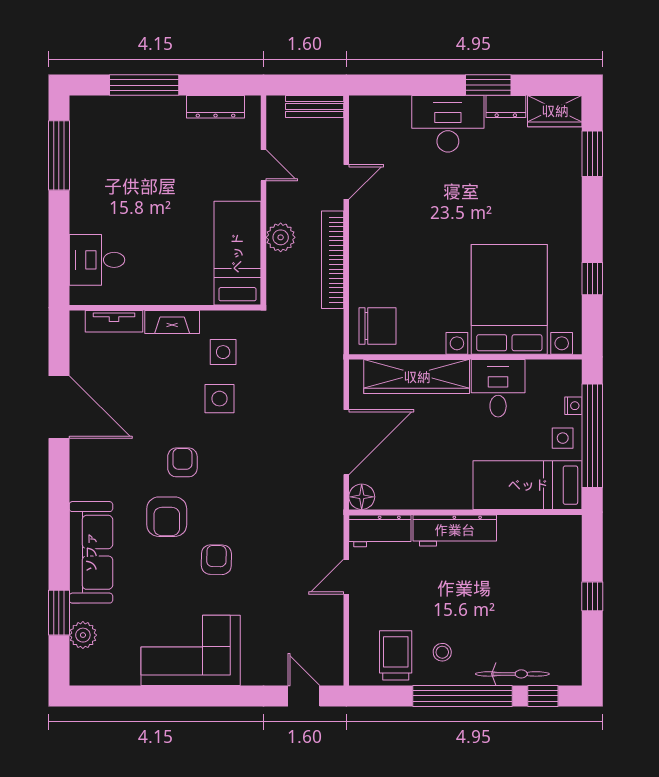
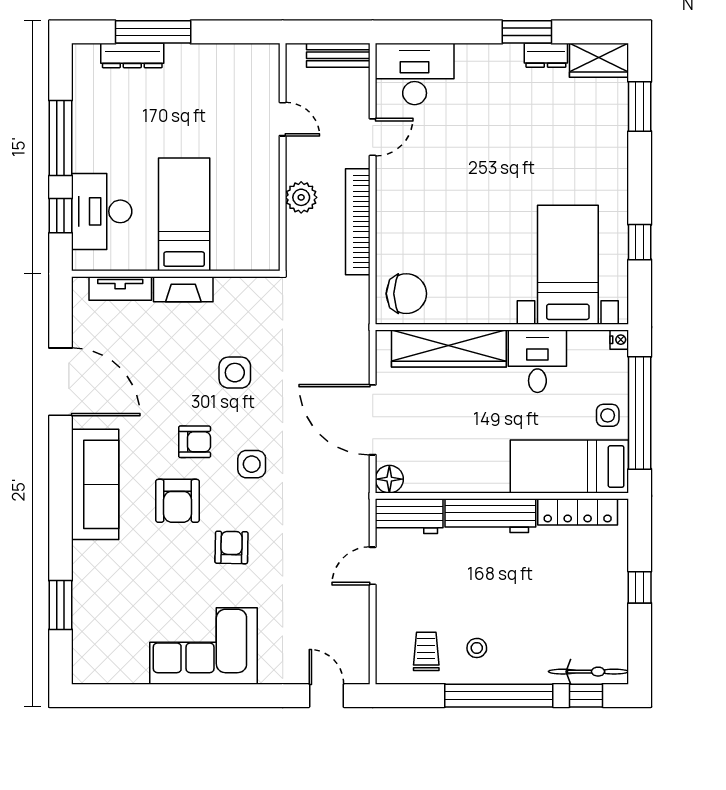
dresser: (216, 107) -> (132, 55), moved
desk: (448, 124) -> (415, 74), moved
window: (59, 155) -> (60, 138), moved
bed: (237, 253) -> (184, 214), moved
window: (59, 254) -> (60, 216), added
desk: (97, 260) -> (102, 211), width x1.37
bed with nightstands: (509, 299) -> (568, 265), width x0.73
side table: (223, 352) -> (252, 464), moved
nightstand: (573, 406) -> (619, 340), moved
door: (346, 442) -> (373, 420), swing flipped
armchair: (182, 462) -> (195, 442), turned 90
locker: (535, 527) -> (578, 512), added
sofa: (91, 552) -> (95, 484), moved
plant: (83, 635) -> (87, 629), removed
trolley: (396, 655) -> (426, 651), width x0.73, depth x0.72
bicycle: (512, 674) -> (588, 672), moved

